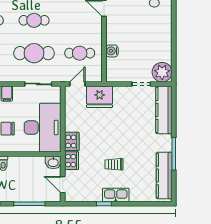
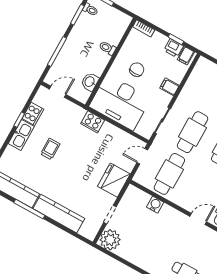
cafe table: (80, 53) -> (169, 174), width x1.37, depth x1.35
door: (77, 84) -> (142, 156), swing flipped
fridge: (100, 97) -> (114, 180), moved
kitchen counter: (164, 110) -> (59, 214), moved
cooker: (72, 161) -> (33, 114), moved, turned -90
washbasin: (53, 162) -> (90, 82), moved

